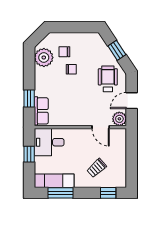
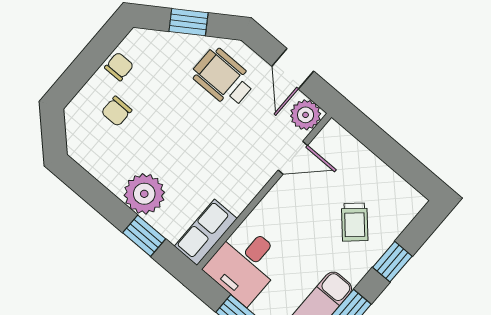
plant: (44, 57) -> (144, 194), moved
chair: (71, 69) -> (119, 67), moved
row of seats: (41, 111) -> (206, 232), moved, turned -90
window: (108, 193) -> (392, 262), moved

